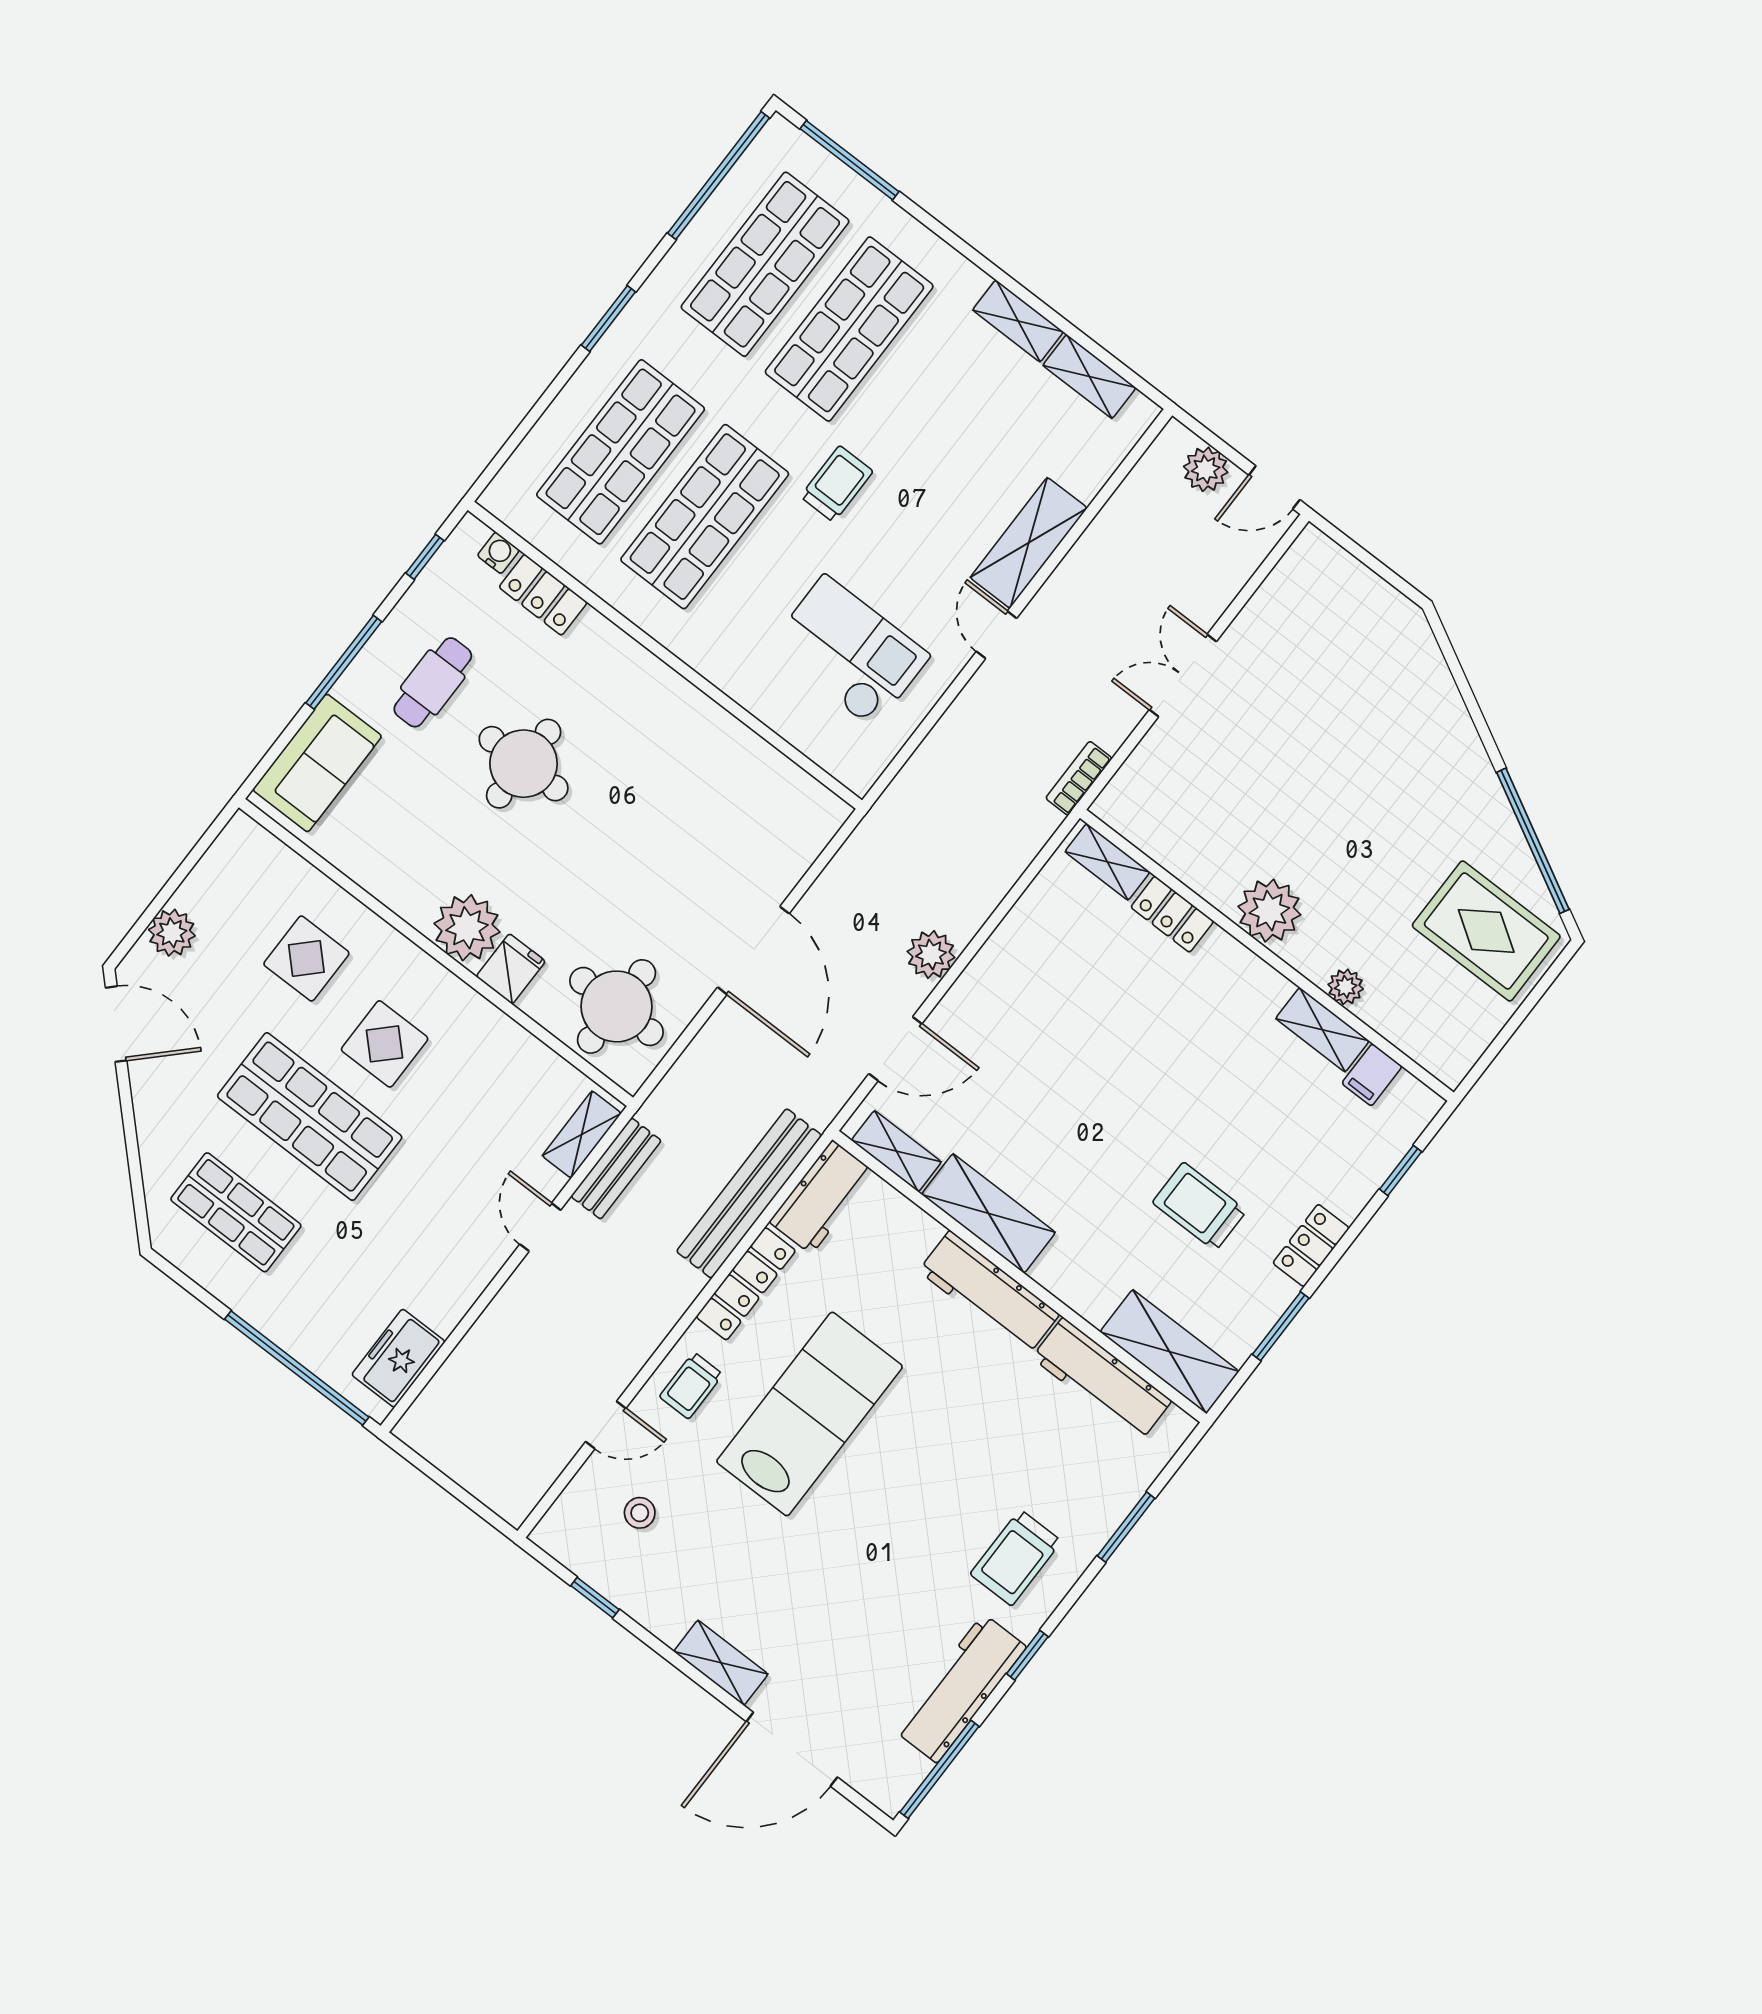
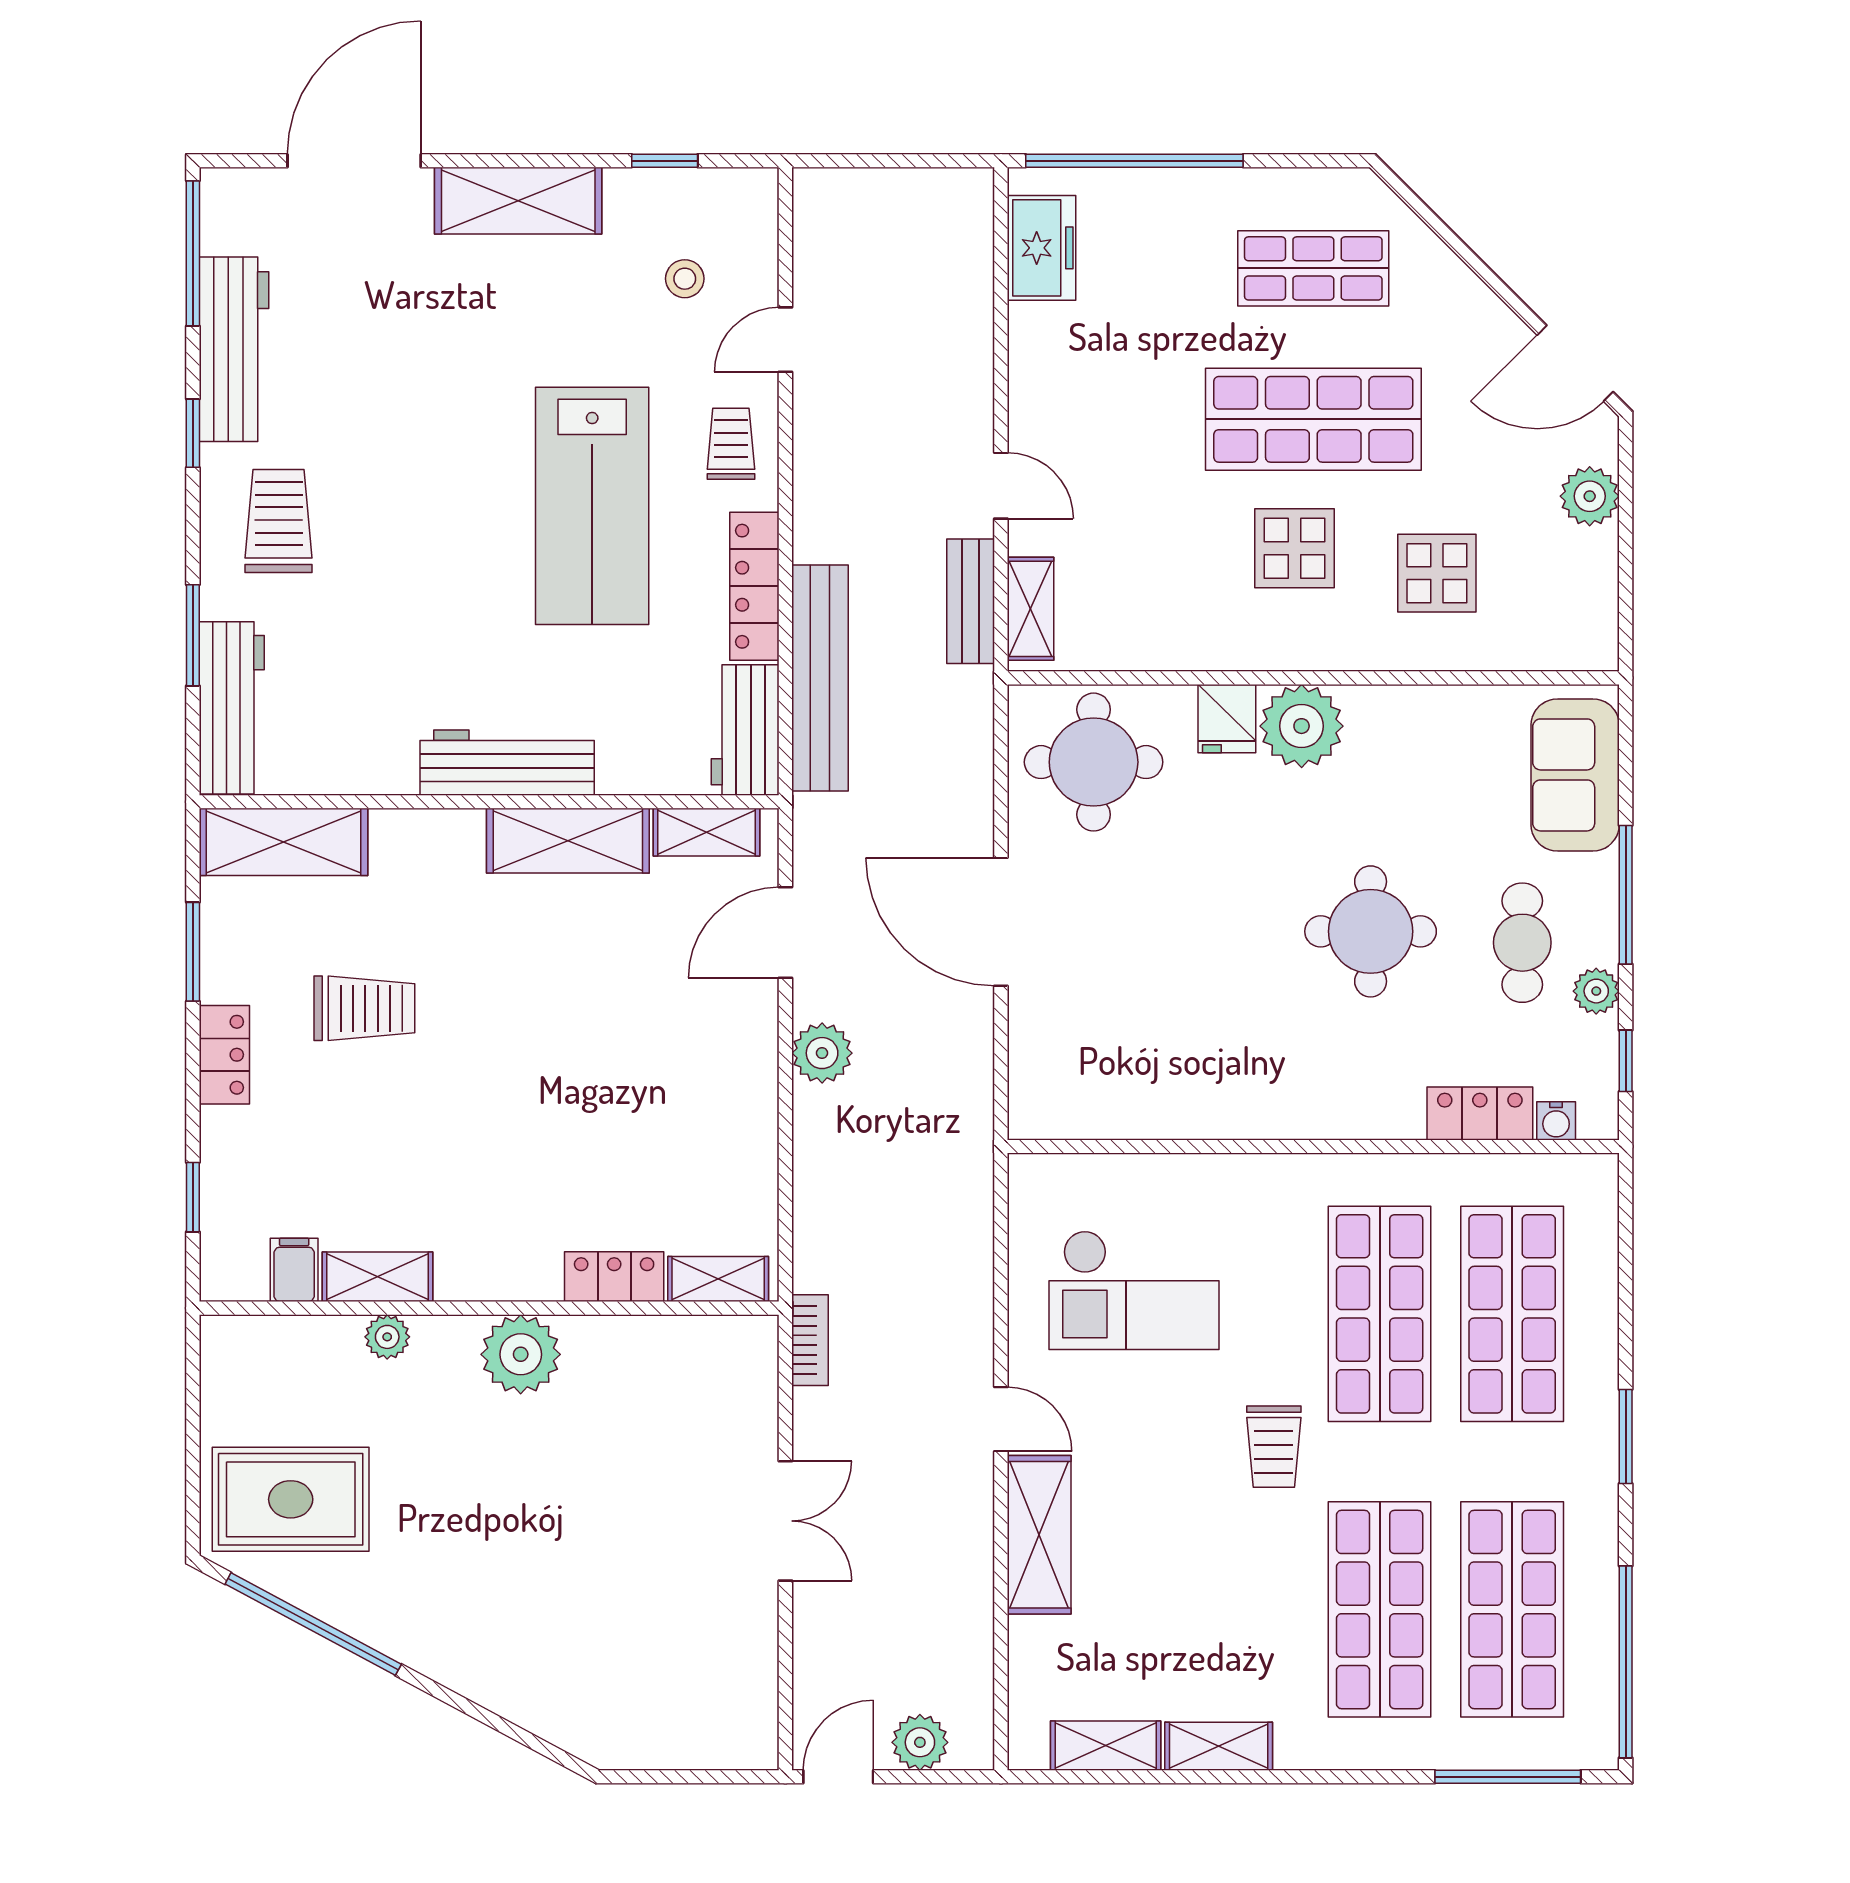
plant: (410, 616) -> (1596, 991), added
workbench: (1102, 1379) -> (232, 708), moved, turned 90
shelving: (721, 1663) -> (518, 201), width x1.50, depth x1.33

